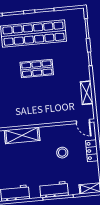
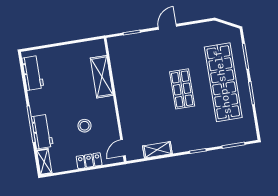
workbench: (54, 189) -> (42, 132), moved

